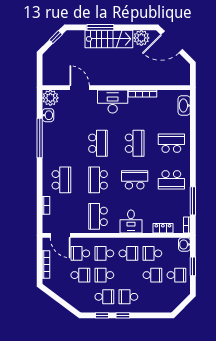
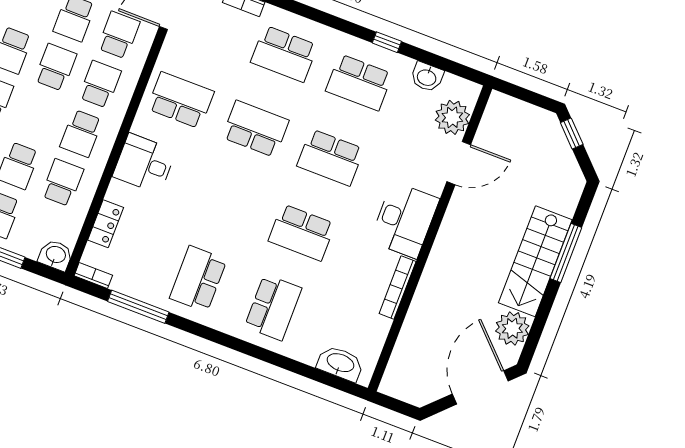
window: (56, 37) -> (572, 134), moved
plant: (50, 98) -> (452, 117), moved
window: (40, 138) -> (387, 42), width x0.32
school desk: (135, 180) -> (359, 82), moved, turned 90

